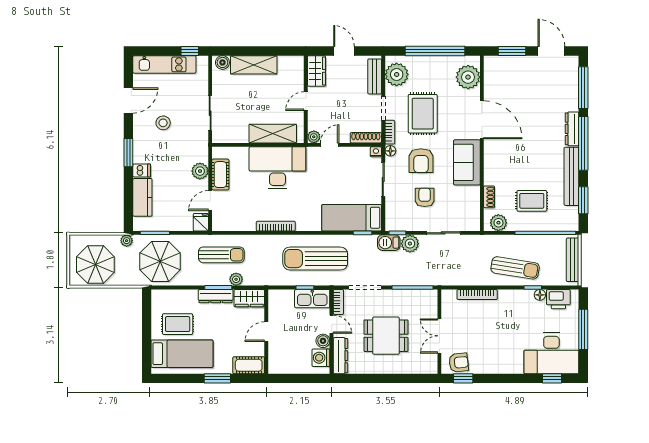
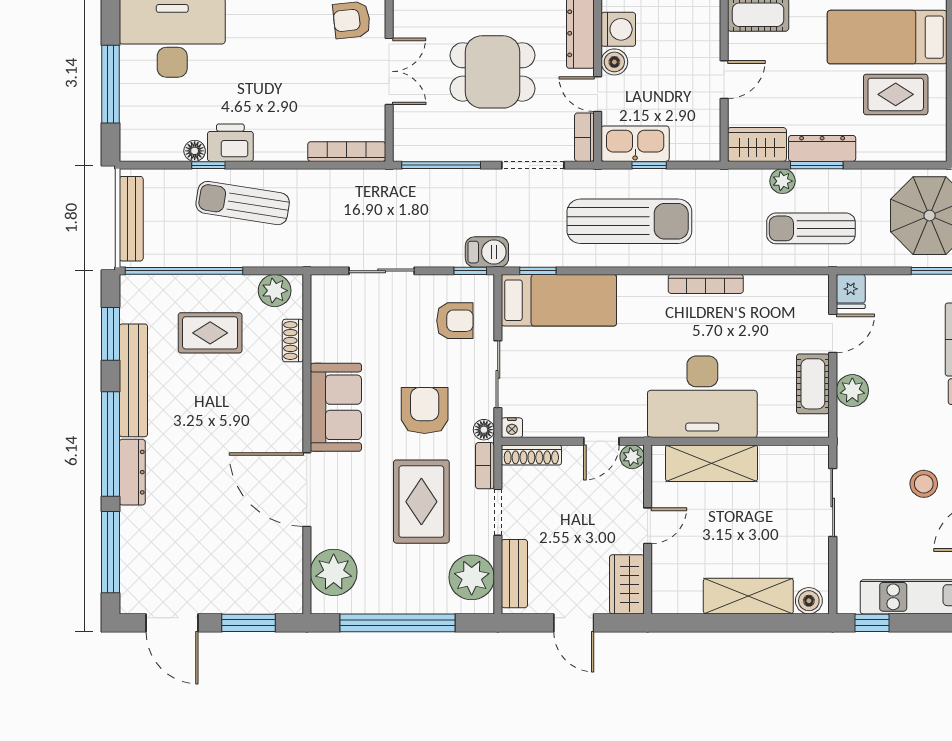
armchair: (425, 197) -> (455, 321), moved, turned -90
plant: (410, 244) -> (446, 250), removed
bookcase: (477, 295) -> (347, 152), moved
printer: (558, 299) -> (230, 143), moved

